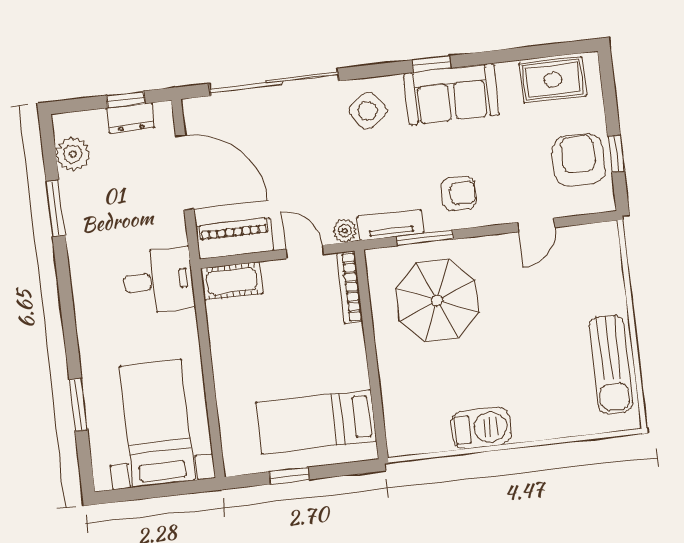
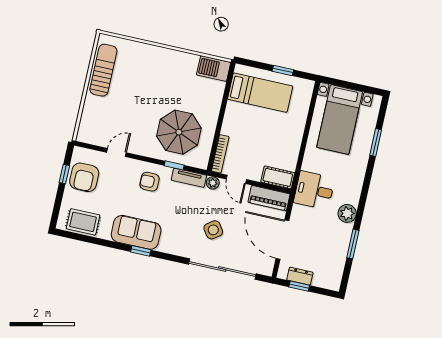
side table: (368, 111) -> (213, 230), moved
plant: (73, 154) -> (347, 213), moved
window: (425, 238) -> (174, 165), width x0.67
barbecue: (481, 428) -> (214, 69), moved

